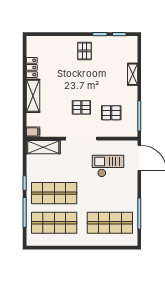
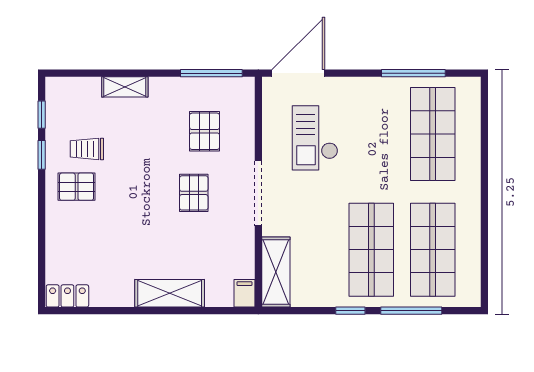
trolley: (103, 56) -> (87, 149), added
locker: (32, 67) -> (67, 296), moved

